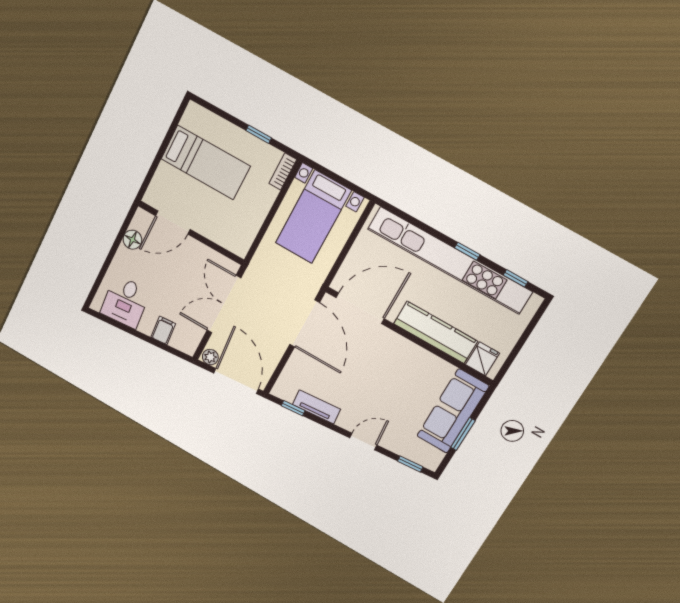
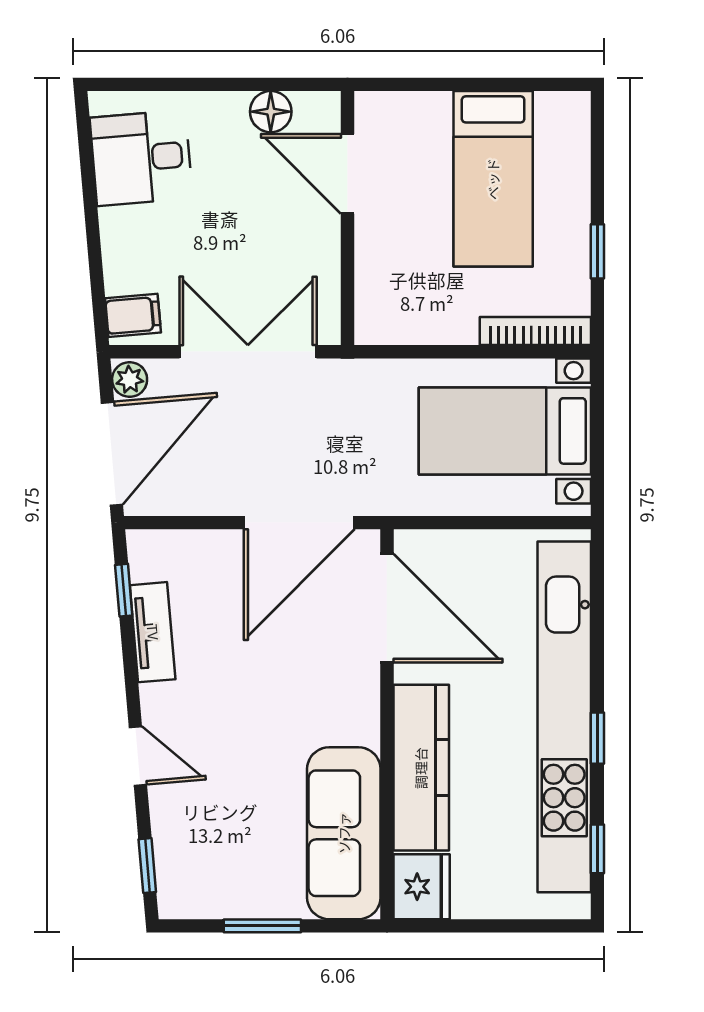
bookcase: (283, 171) -> (535, 331), width x1.56
filing cabinet: (163, 330) -> (133, 315), moved
fridge: (482, 359) -> (422, 887), width x1.38
sofa: (453, 411) -> (344, 833), moved, turned -90

